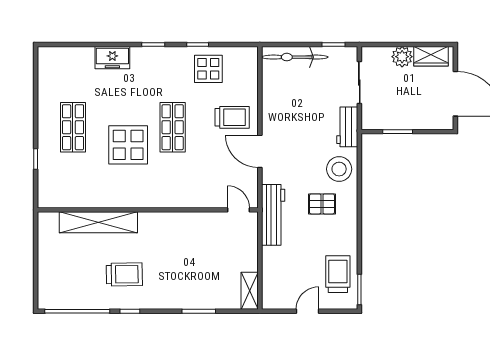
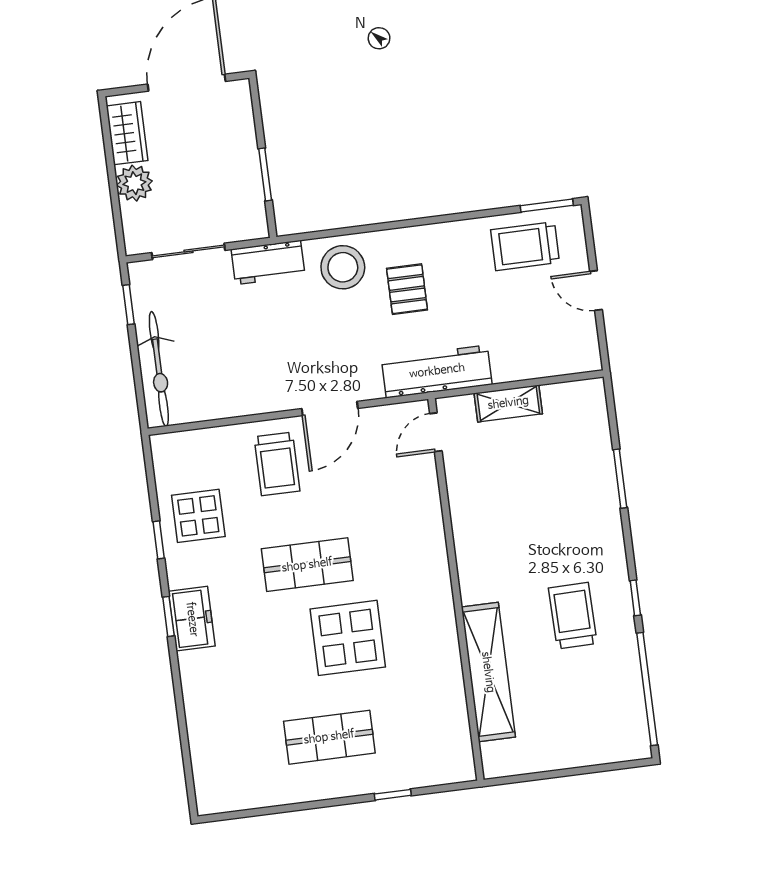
freezer: (112, 58) -> (192, 619), moved
trolley: (232, 117) -> (277, 464), turned 180
shelving: (250, 291) -> (508, 403), moved

